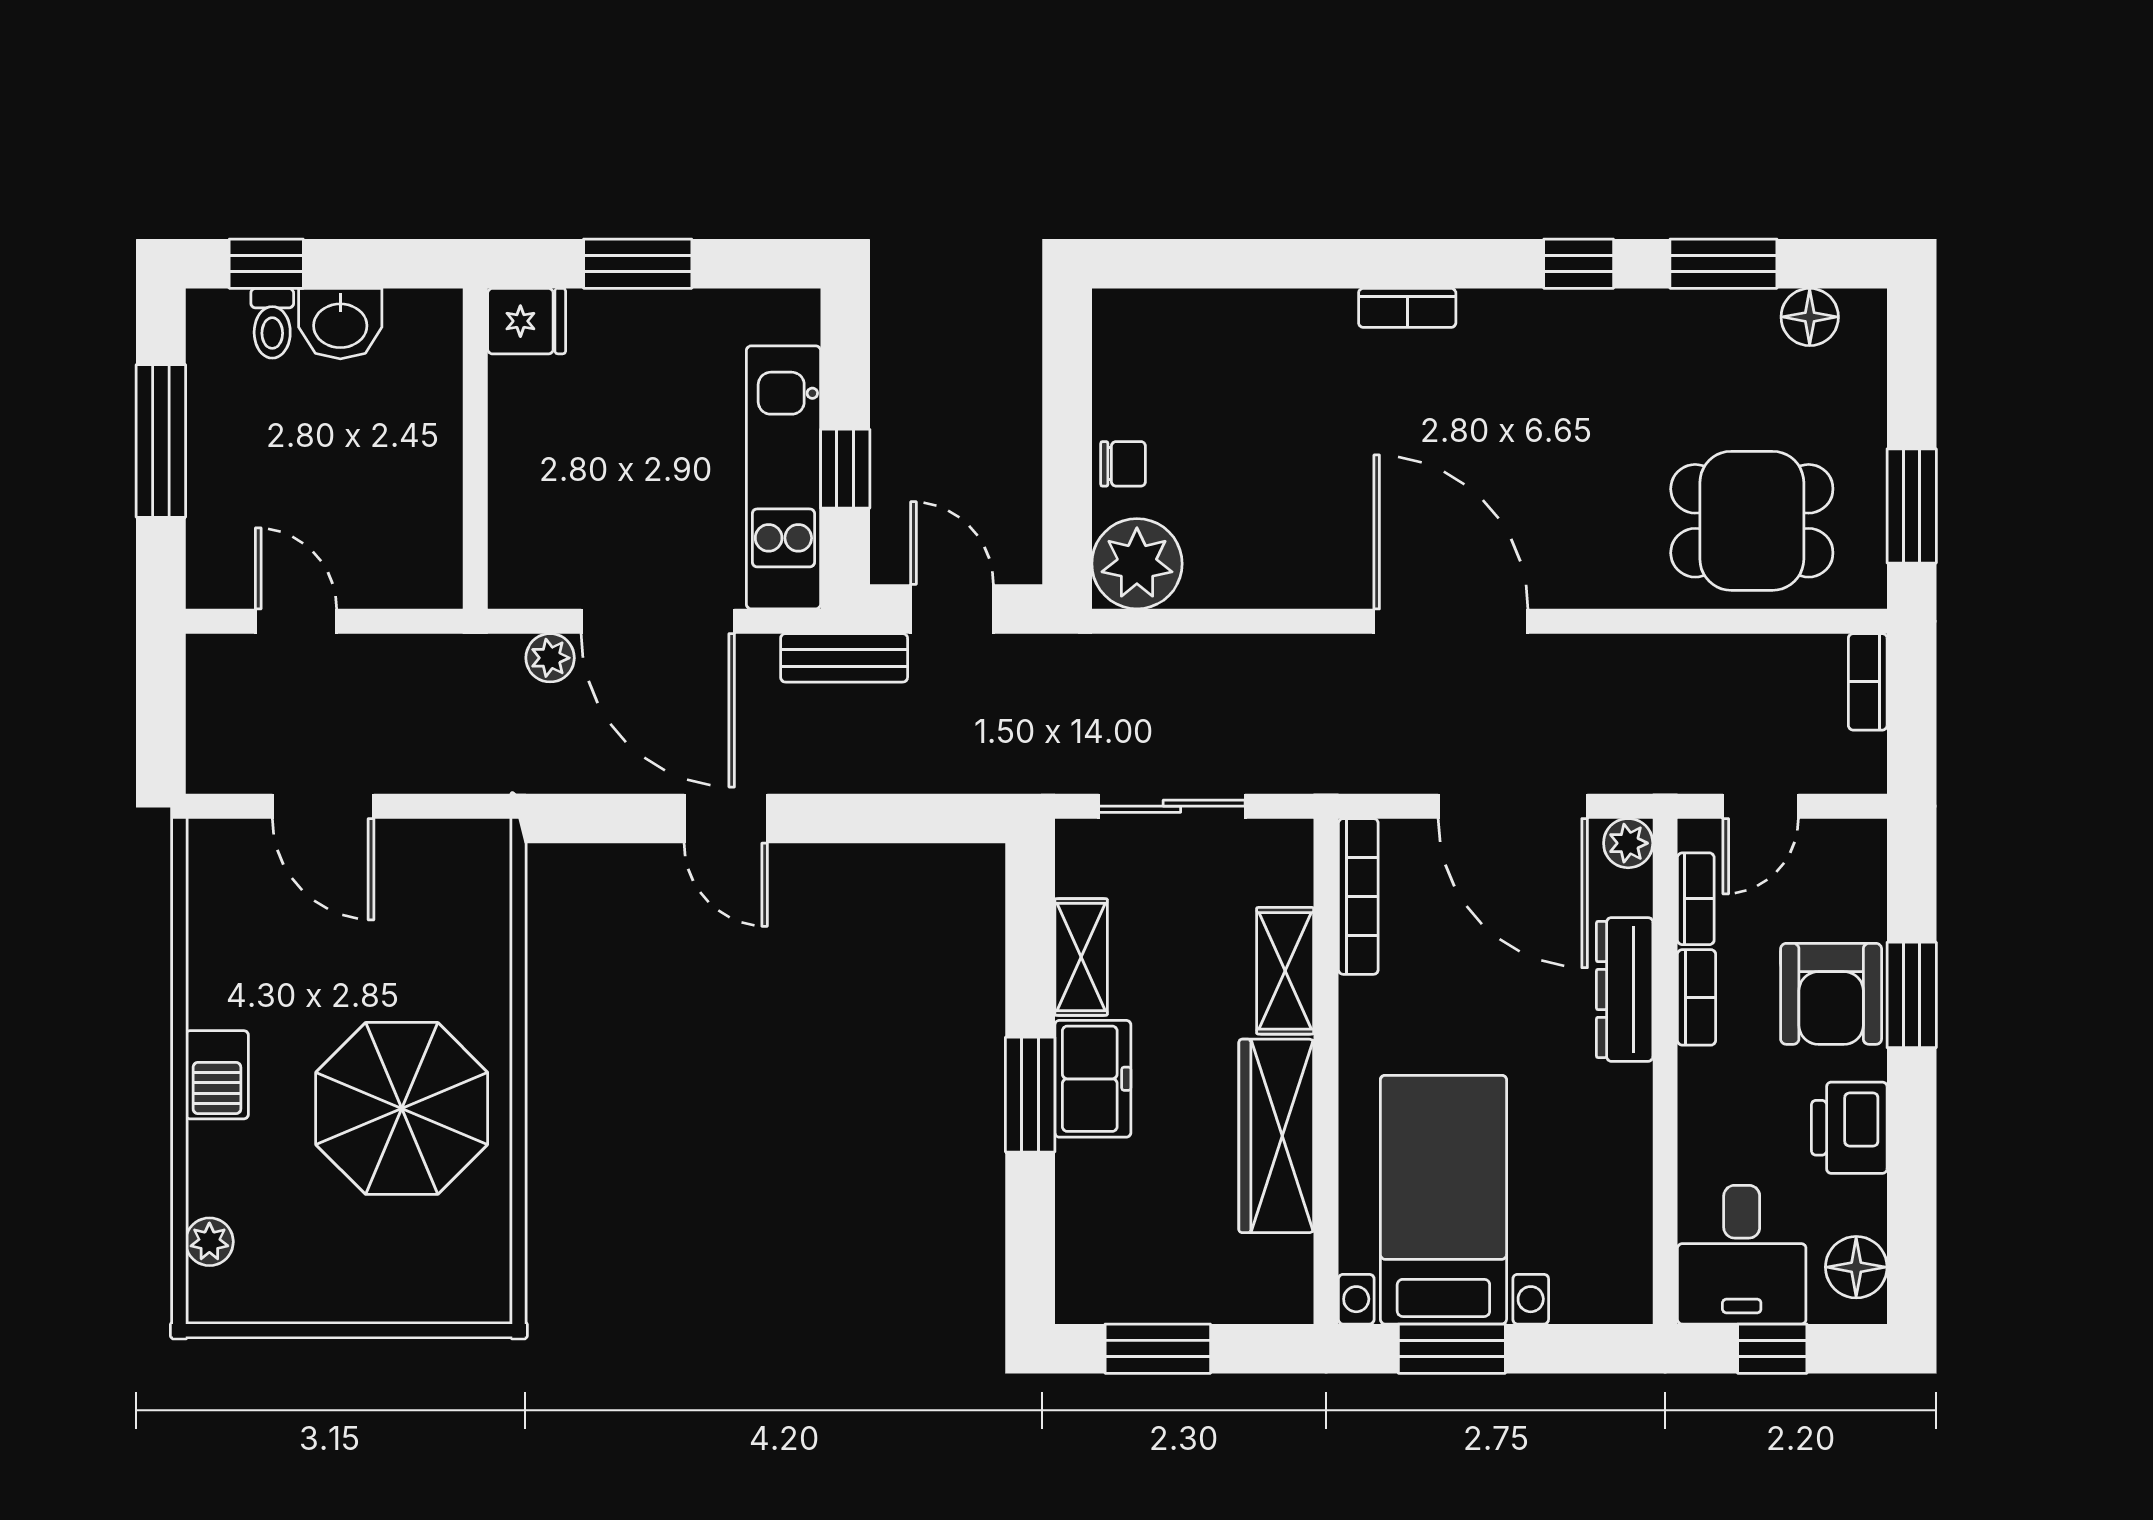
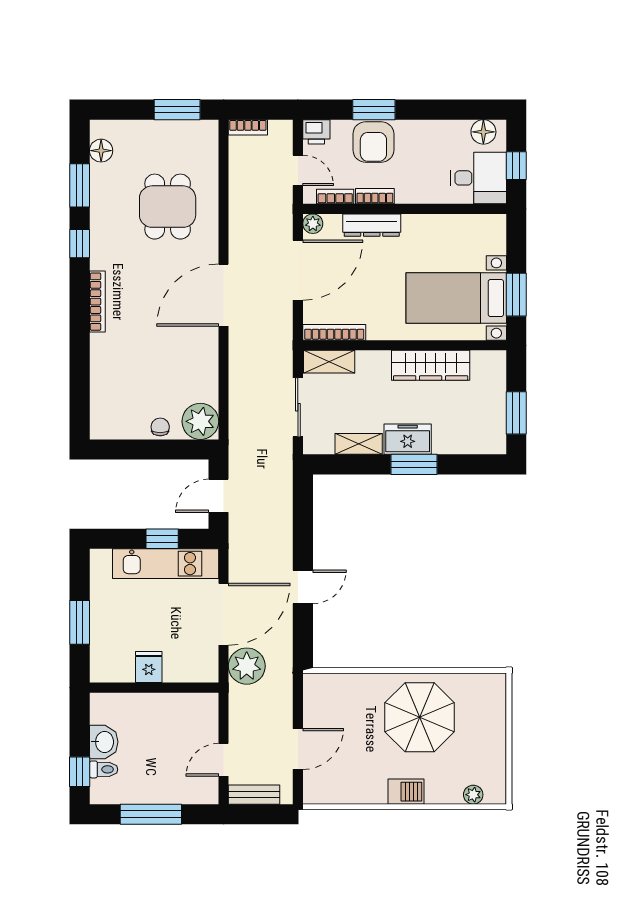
bookcase: (1407, 308) -> (97, 302), width x1.56
fridge: (527, 321) -> (149, 667), moved
dining table: (1752, 521) -> (168, 207), moved
plant: (550, 658) -> (247, 666), width x1.88, depth x1.88
bench: (844, 658) -> (254, 795), moved, turned 90
shelving: (1285, 971) -> (329, 362), moved
armchair: (1831, 994) -> (373, 142), turned 90
printer: (1849, 1128) -> (316, 132), moved, width x0.73, depth x0.81

